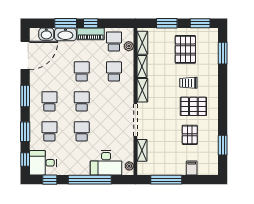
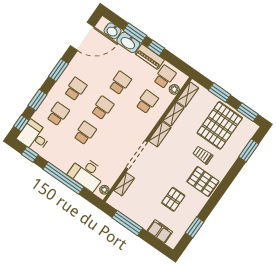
pallet: (185, 49) -> (220, 125), width x1.37, depth x1.41
pallet: (193, 106) -> (203, 182), moved
filing cabinet: (192, 168) -> (160, 231), width x2.00

